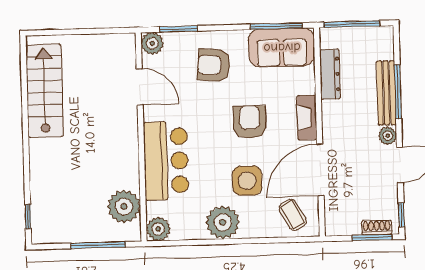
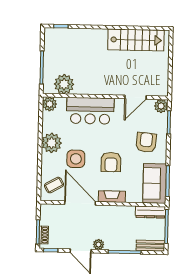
dresser: (330, 74) -> (150, 212), moved
bench: (386, 93) -> (150, 246), moved, width x0.73
armchair: (250, 122) -> (111, 162), turned 90

